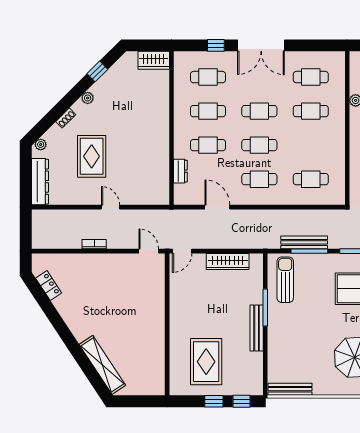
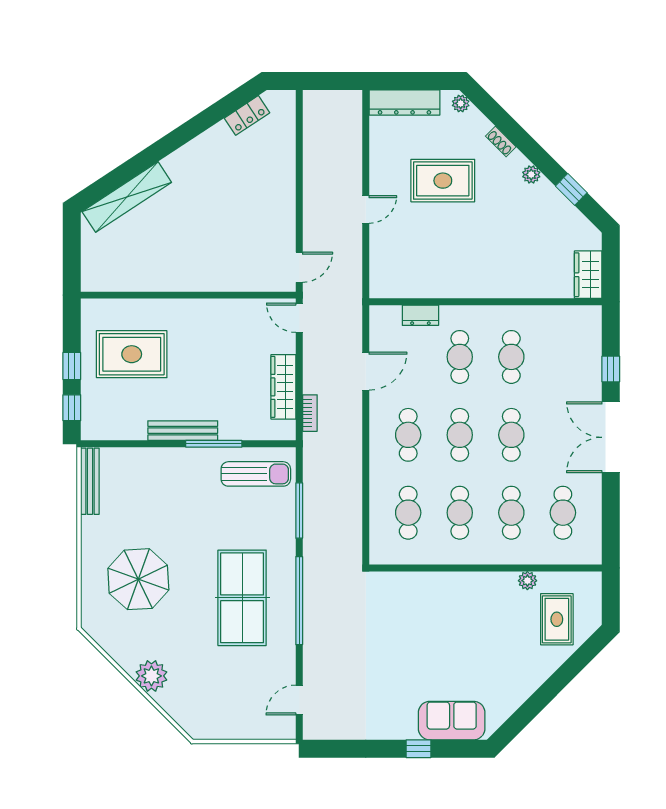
cafe table: (208, 77) -> (460, 513), moved
bench: (304, 242) -> (312, 503), removed
bookcase: (94, 244) -> (310, 413), moved

